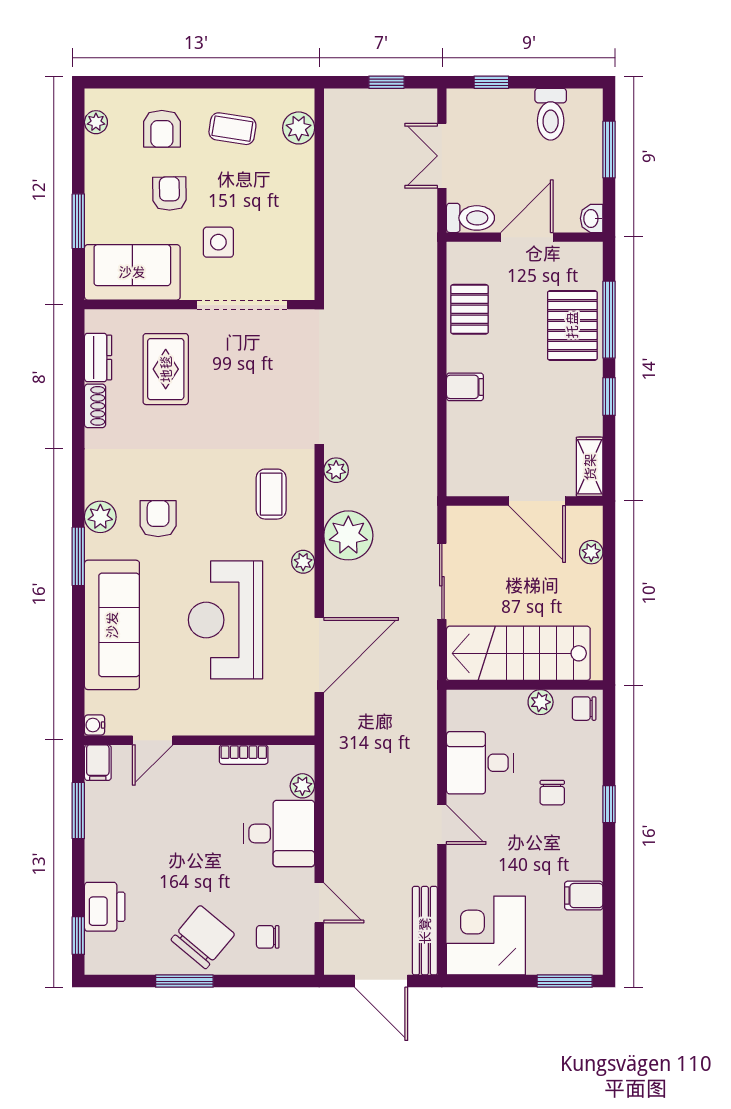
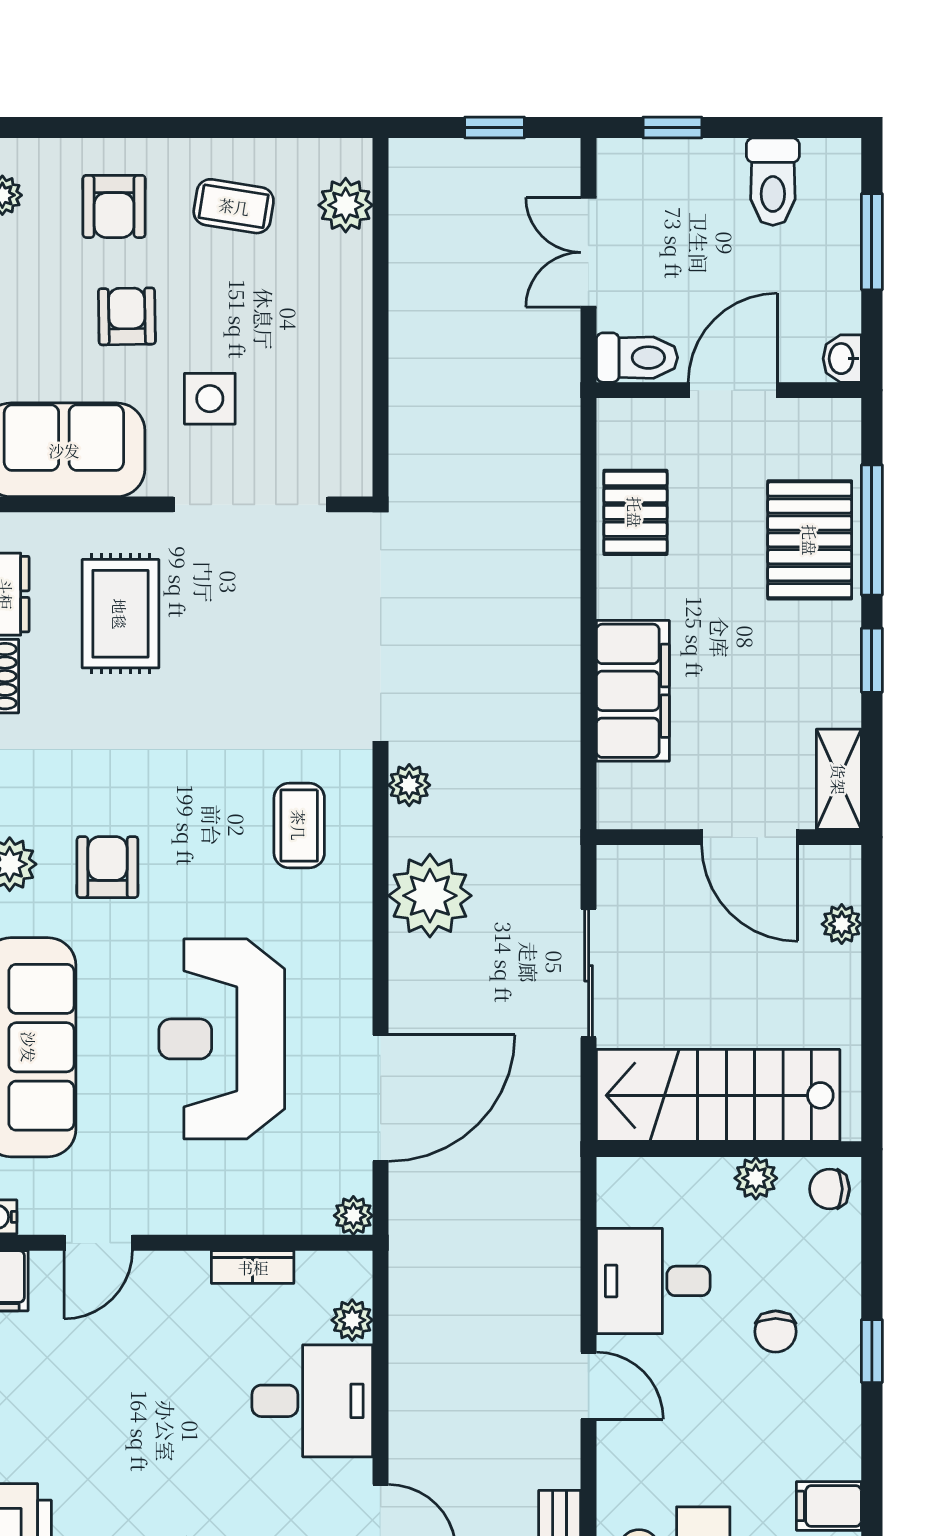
filing cabinet: (465, 387) -> (633, 691), width x3.00, depth x1.17
plant: (303, 562) -> (353, 1216), moved

